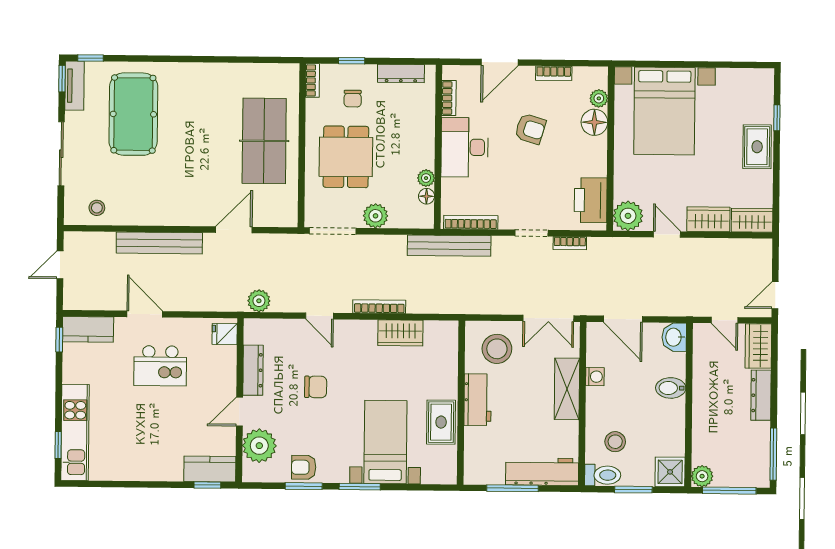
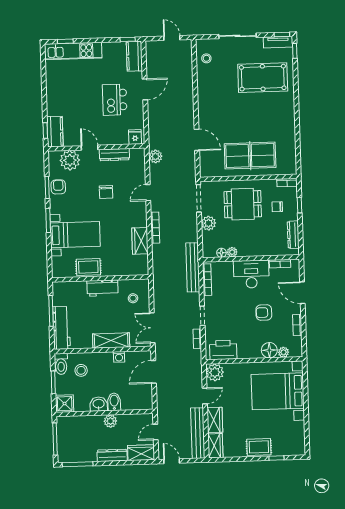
armchair: (530, 129) -> (264, 312), turned 73
bench: (159, 243) -> (198, 433), moved
washbasin: (674, 337) -> (99, 404), moved
stool: (497, 349) -> (133, 298), width x0.53, depth x0.53
plant: (702, 476) -> (110, 421), moved

